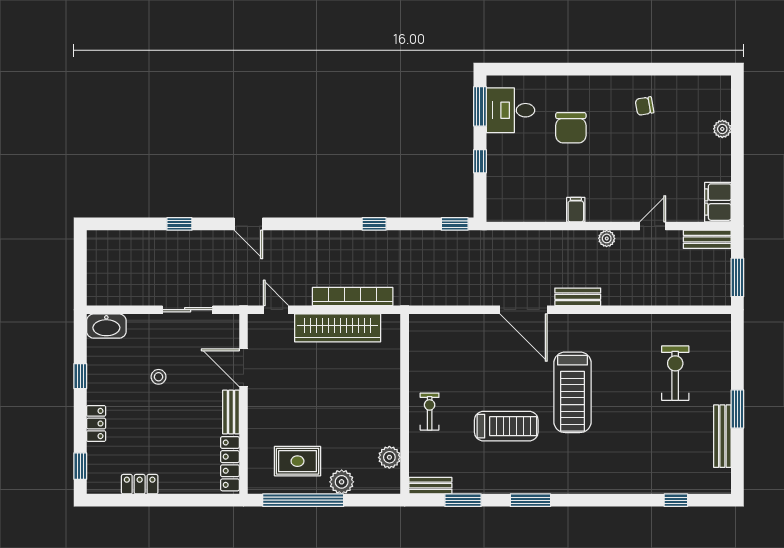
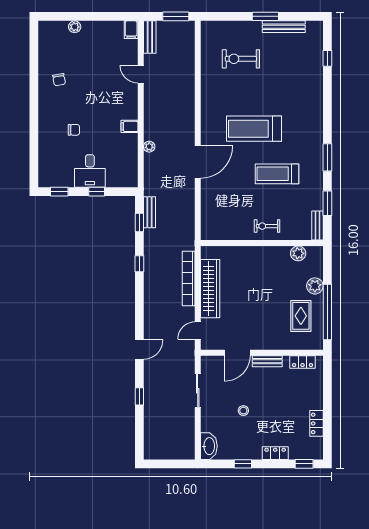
window: (480, 106) -> (59, 192), width x0.67
desk: (510, 110) -> (90, 171), moved
chair: (571, 128) -> (74, 130), width x0.54, depth x0.54
filing cabinet: (718, 202) -> (131, 30), width x0.50
window: (455, 224) -> (139, 222), moved
plant: (607, 238) -> (149, 147), moved
bench: (578, 297) -> (150, 212), moved
treadmill: (573, 392) -> (254, 129), turned 180
treadmill: (506, 426) -> (277, 174), turned -90
locker: (230, 464) -> (303, 362), width x0.66

